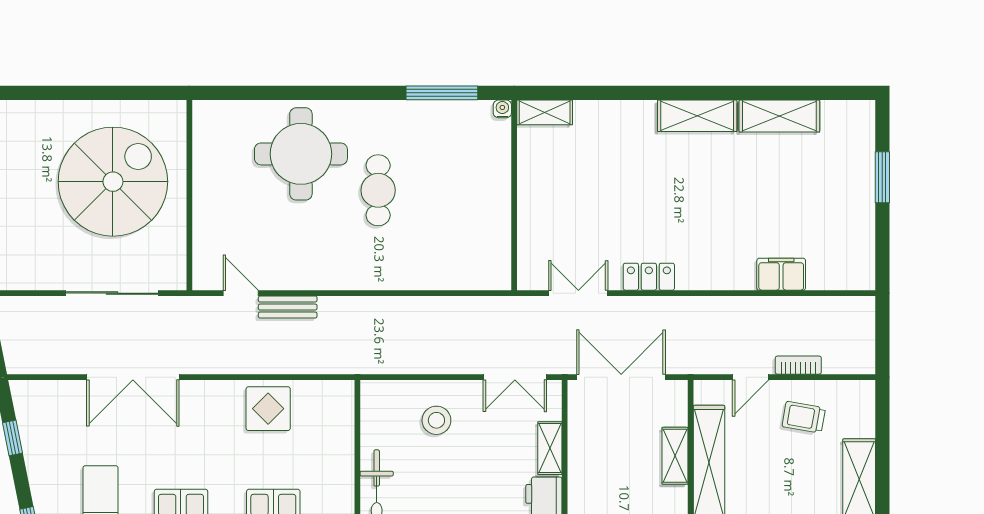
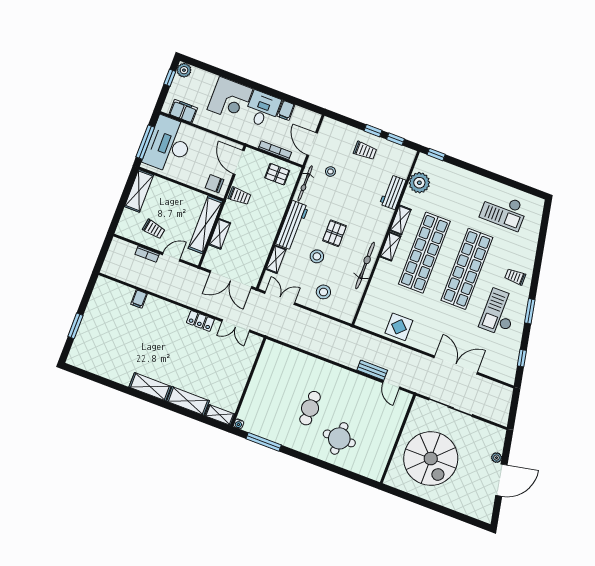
shelving: (779, 116) -> (188, 401), moved
round table: (301, 154) -> (339, 438), width x0.73, depth x0.73
spiral stairs: (113, 182) -> (431, 459), turned -90
filing cabinet: (781, 274) -> (139, 299), width x0.50
stool: (475, 483) -> (317, 256), added

